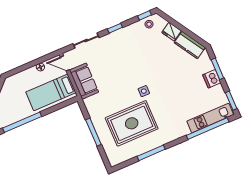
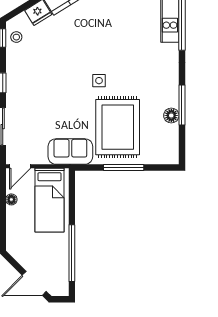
sofa: (84, 81) -> (70, 152), moved
rug: (132, 123) -> (118, 127), moved
floor lamp: (141, 149) -> (171, 115), added

